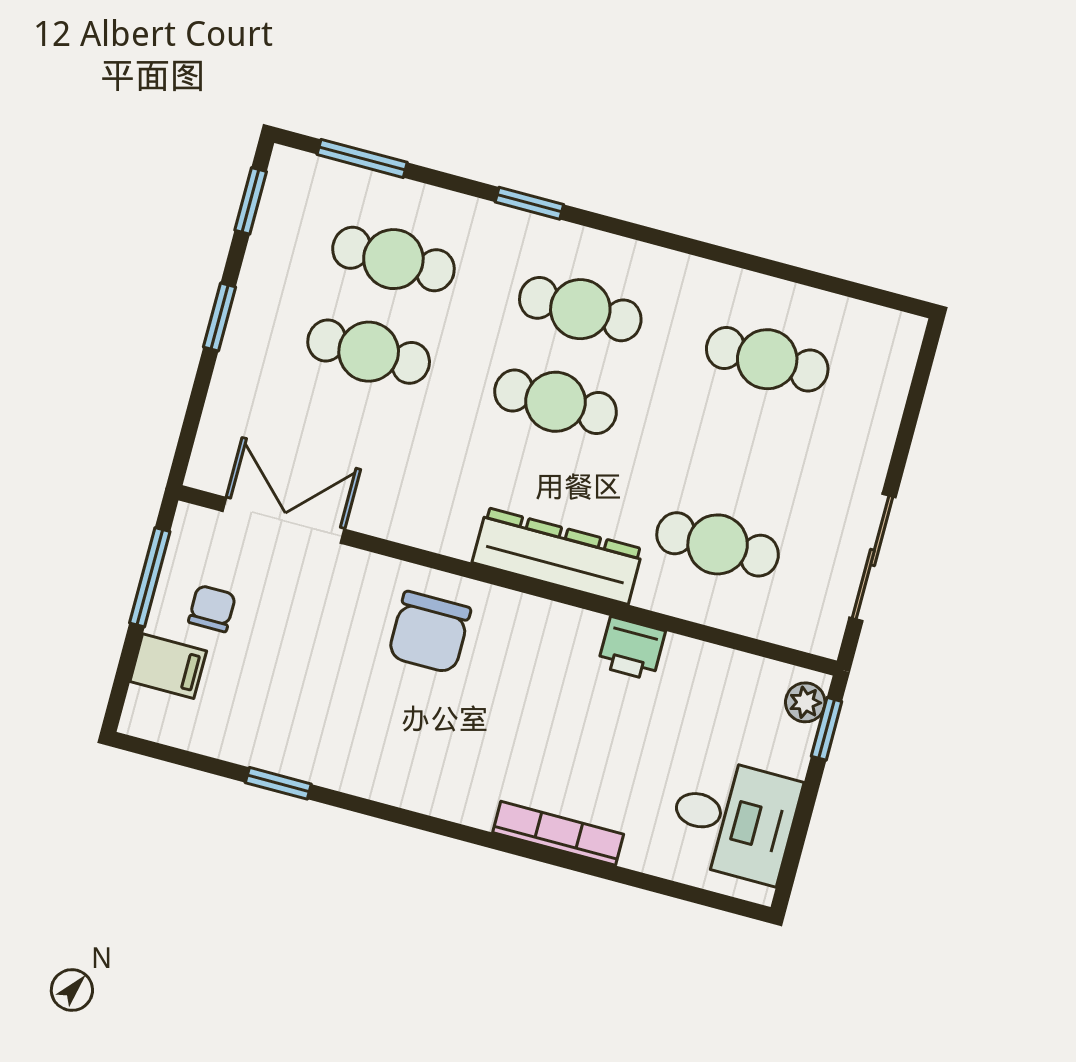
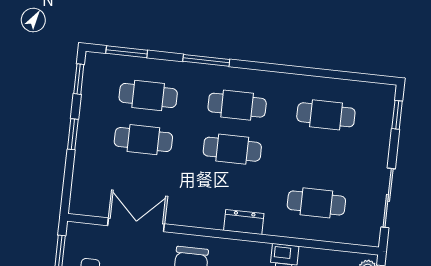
window: (529, 203) -> (206, 60), width x1.50
window: (919, 383) -> (397, 115), added
double door: (283, 520) -> (136, 225), moved
dresser: (557, 556) -> (244, 222), width x0.51, depth x0.80

